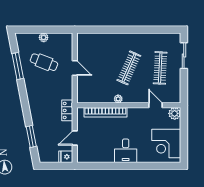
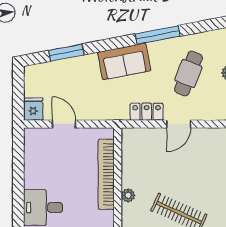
window: (18, 66) -> (158, 35), moved
sofa: (37, 101) -> (124, 61), added
locker: (67, 110) -> (147, 112), moved

